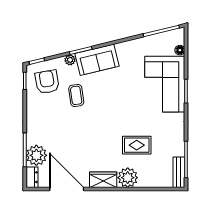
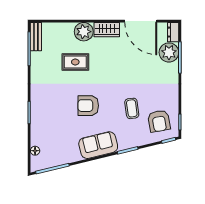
plant: (70, 60) -> (138, 142), removed
sofa: (97, 60) -> (98, 145), moved
corner sofa: (165, 84) -> (49, 119), removed
armchair: (123, 98) -> (88, 106), added

